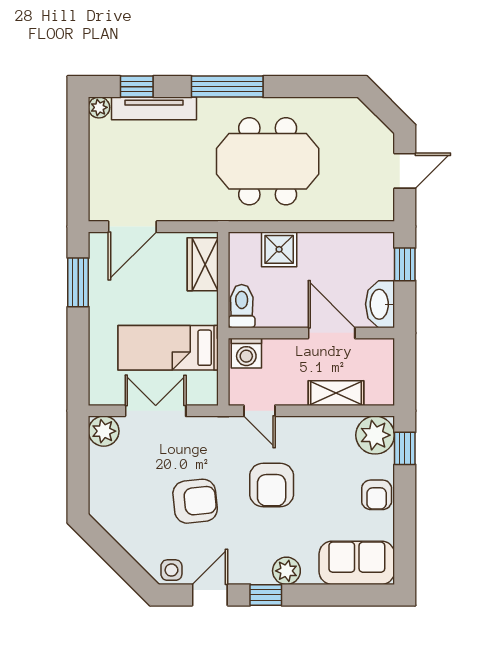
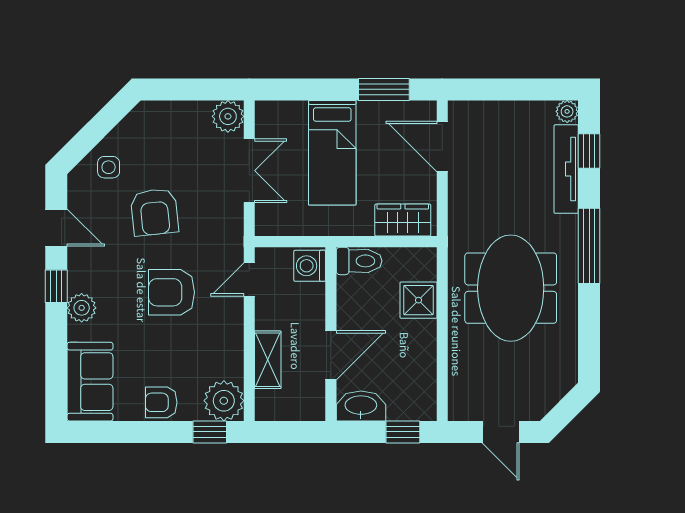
bed: (168, 348) -> (332, 153), moved, turned 180
side table: (171, 570) -> (109, 167), moved

